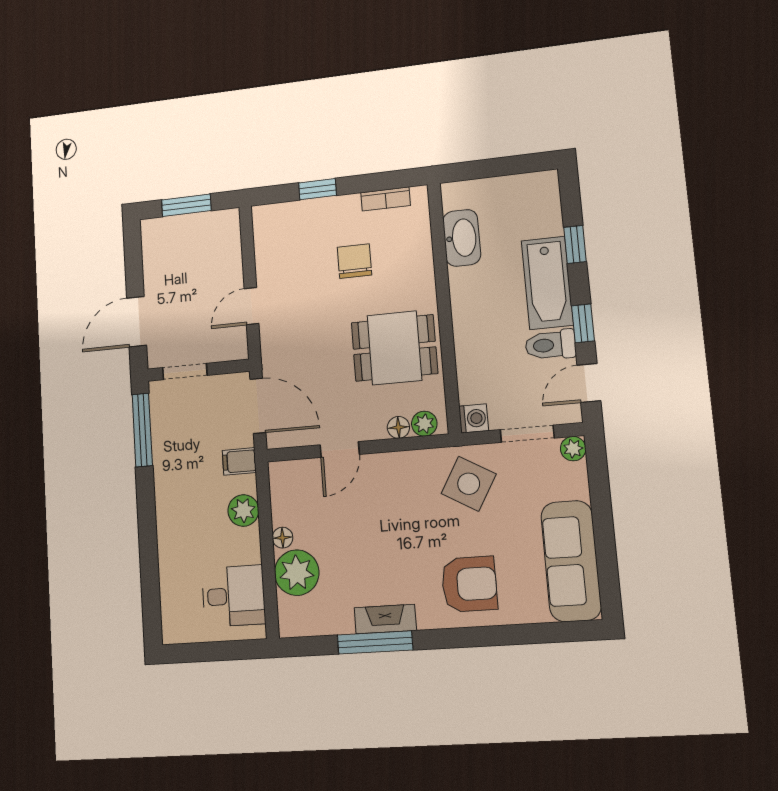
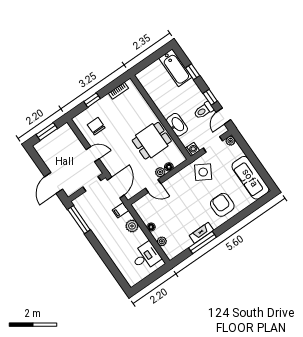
washbasin: (462, 238) -> (177, 125), moved
chair: (355, 261) -> (96, 126), moved
bathtub: (547, 283) -> (175, 68), moved
door: (252, 306) -> (93, 154), swing flipped
doorway: (185, 372) -> (92, 184), moved
door: (258, 406) -> (116, 187), hinge flipped
plant: (424, 424) -> (160, 172), moved
door: (340, 450) -> (153, 186), hinge flipped
plant: (297, 573) -> (162, 241), width x0.53, depth x0.53
armchair: (469, 584) -> (222, 205), turned -90

